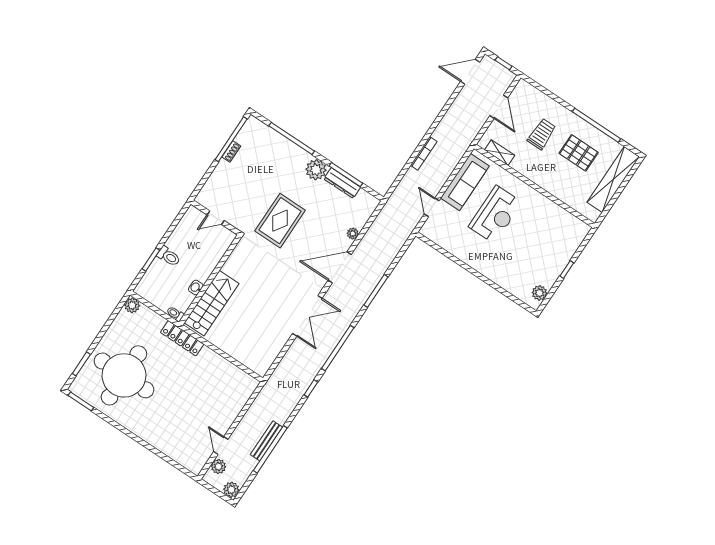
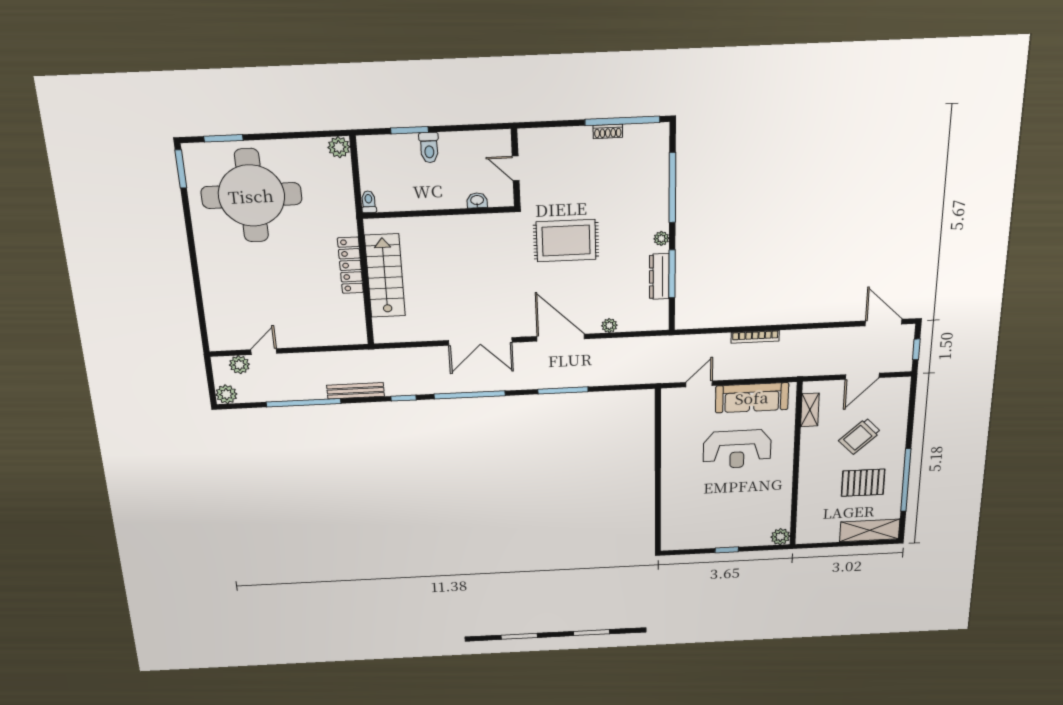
trolley: (542, 134) -> (860, 436), turned 137
pallet: (579, 153) -> (863, 483), turned 90
plant: (316, 170) -> (661, 238), width x0.53, depth x0.53
shelving: (613, 180) -> (870, 530), width x0.68
washbasin: (196, 288) -> (477, 200), moved
plant: (539, 293) -> (780, 537), moved
stairs: (212, 303) -> (385, 276), moved, turned -90
locker: (182, 338) -> (350, 265), moved
bench: (266, 441) -> (356, 391), moved

